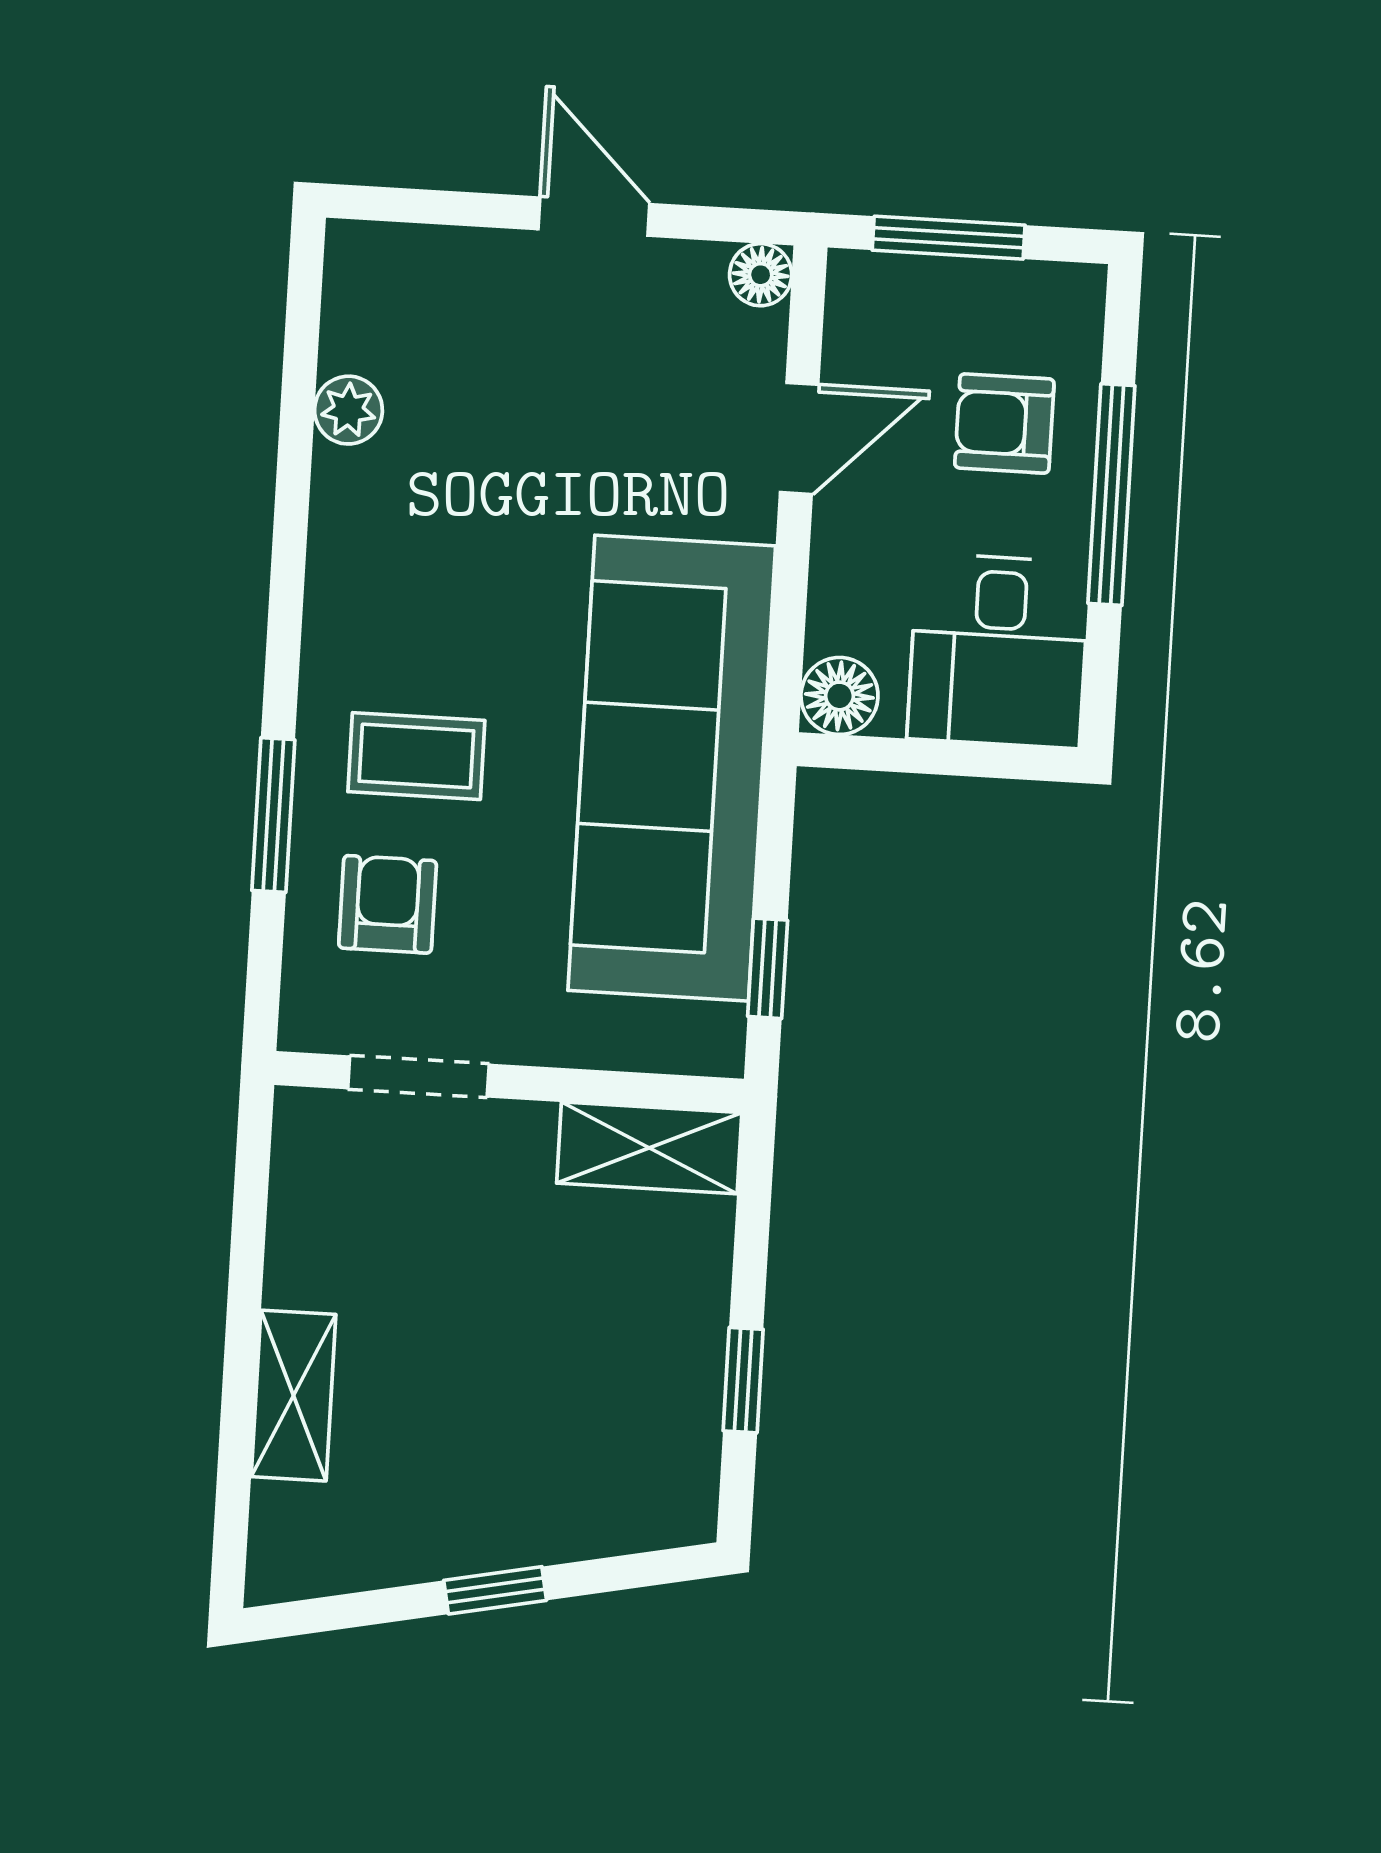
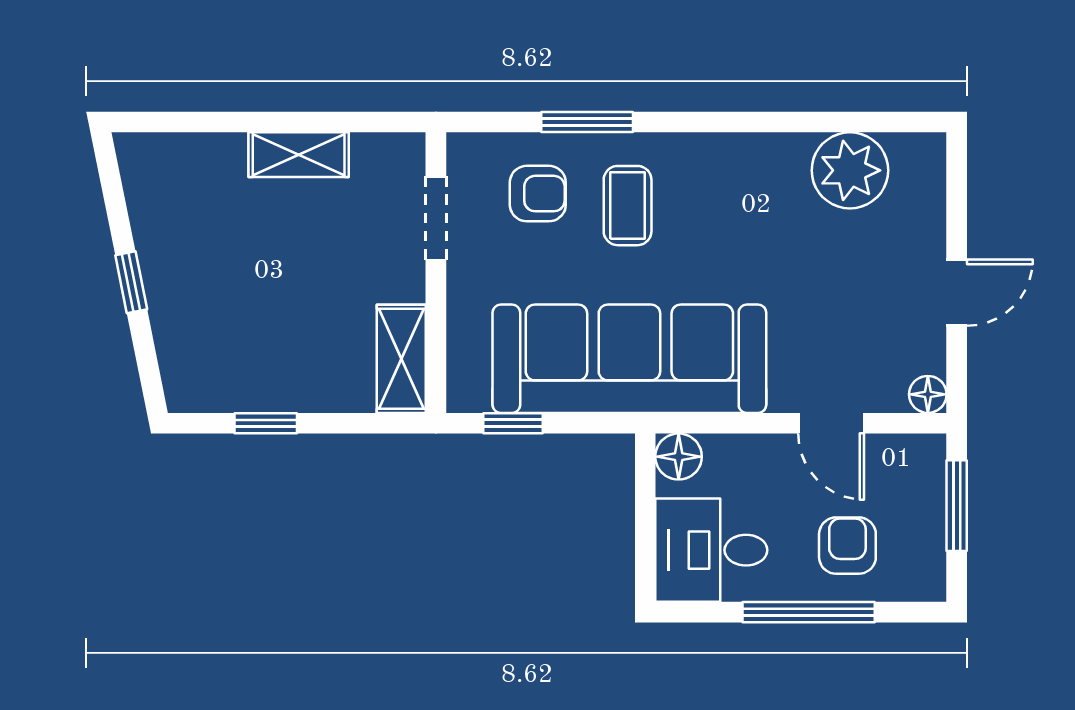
plant: (348, 410) -> (850, 170), width x1.88, depth x1.88
shelving: (293, 1396) -> (299, 155), moved

